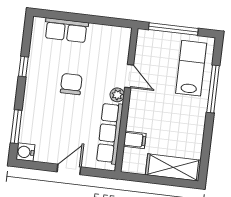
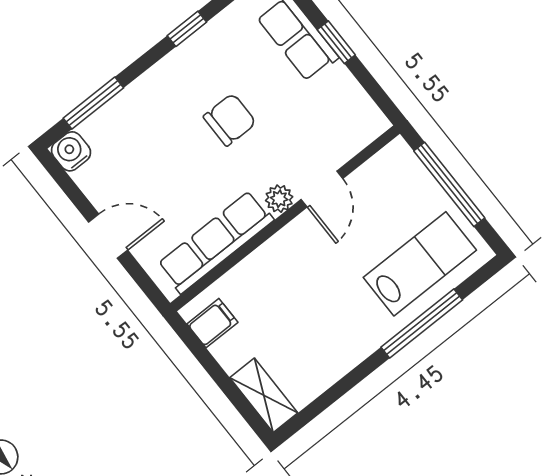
window: (82, 18) -> (336, 42), added
filing cabinet: (135, 140) -> (212, 323), moved, turned -90
shelving: (173, 167) -> (264, 395), width x0.67, depth x0.75

